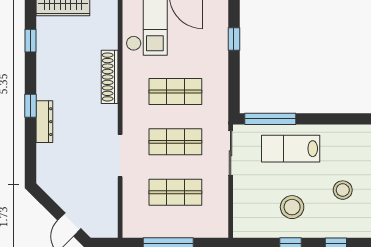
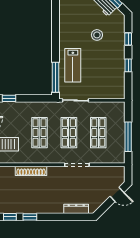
window: (31, 106) -> (30, 217), moved
dresser: (44, 122) -> (76, 209), moved
stool: (292, 207) -> (107, 64), removed

